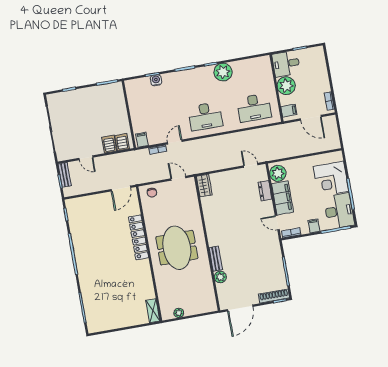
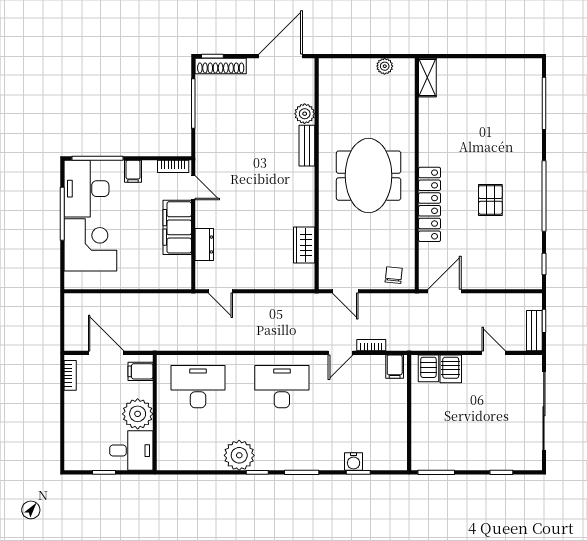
plant: (278, 173) -> (178, 270), removed
wardrobe: (204, 186) -> (304, 245), moved
pallet: (104, 246) -> (490, 200), added

